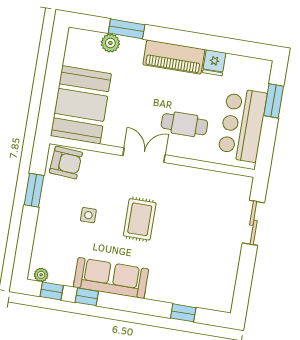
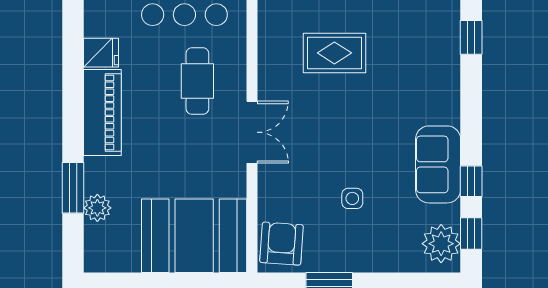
double door: (144, 155) -> (252, 132), swing flipped
rug: (140, 219) -> (334, 53), moved
plant: (41, 275) -> (441, 244), width x1.88, depth x1.88
sofa: (111, 278) -> (438, 164), width x0.73

